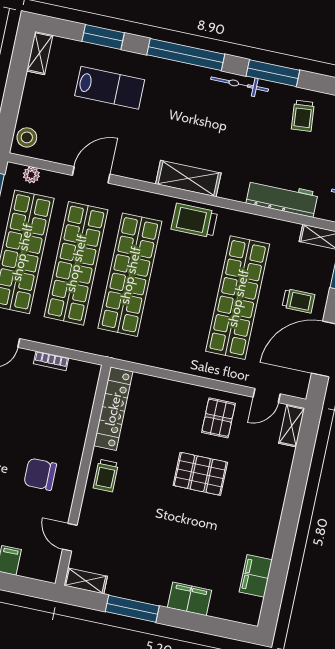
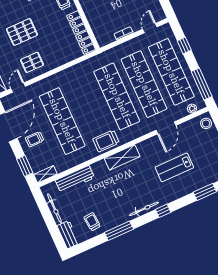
window: (186, 55) -> (163, 211), width x0.32
bicycle: (240, 84) -> (144, 209), moved
lab bench: (110, 88) -> (174, 167), moved
trolley: (194, 221) -> (106, 141), turned 180
pallet: (218, 418) -> (32, 62), turned 90

